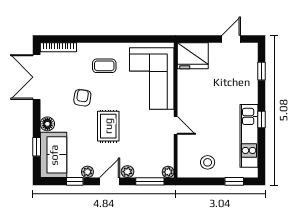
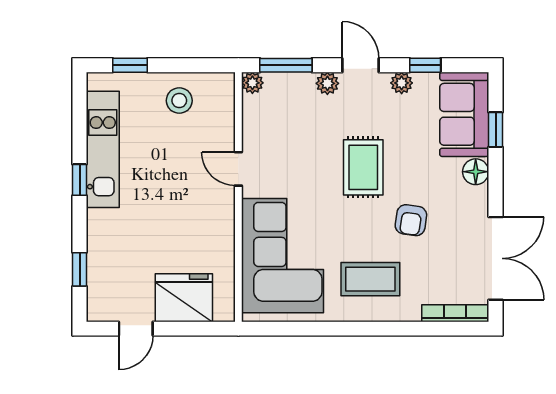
fridge: (193, 56) -> (184, 298), moved
coffee table: (104, 66) -> (370, 279), width x1.36, depth x1.30
door: (110, 181) -> (361, 65), swing flipped

